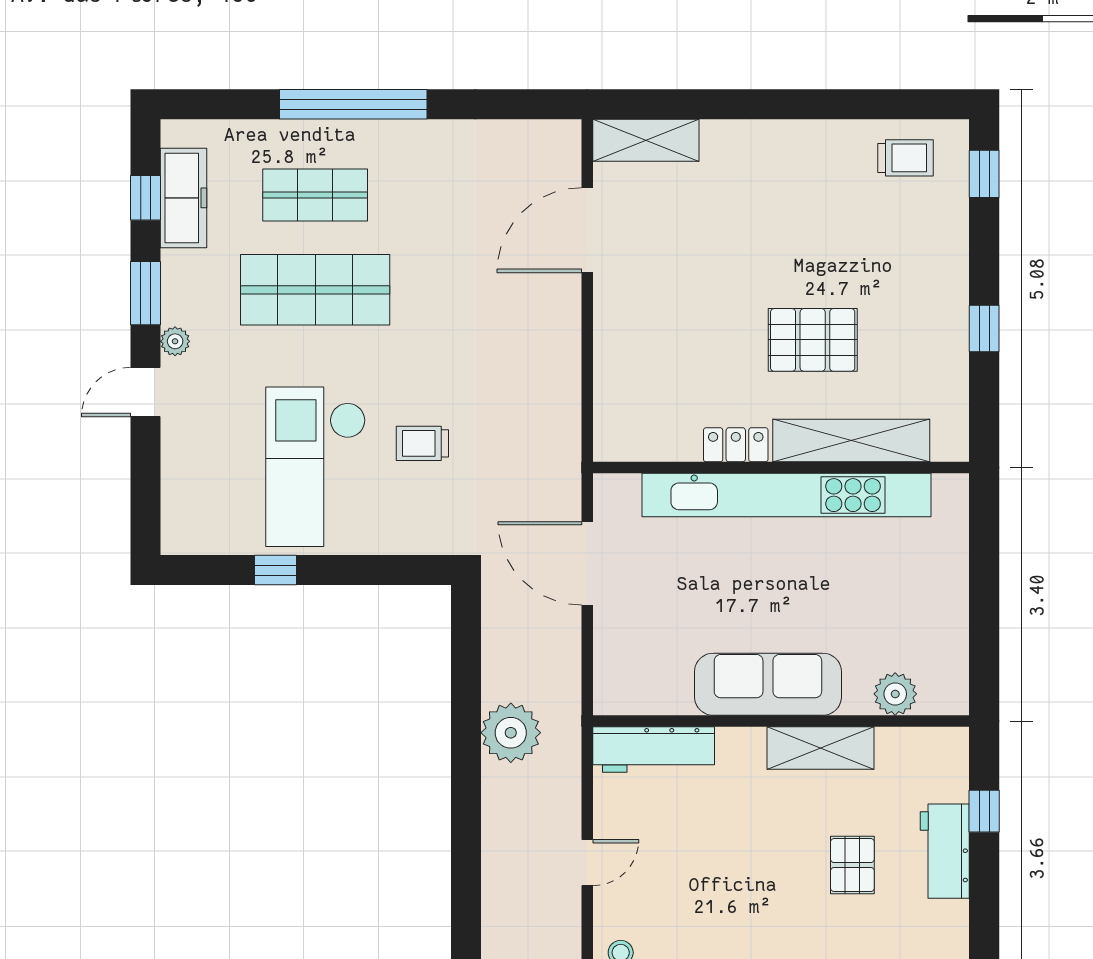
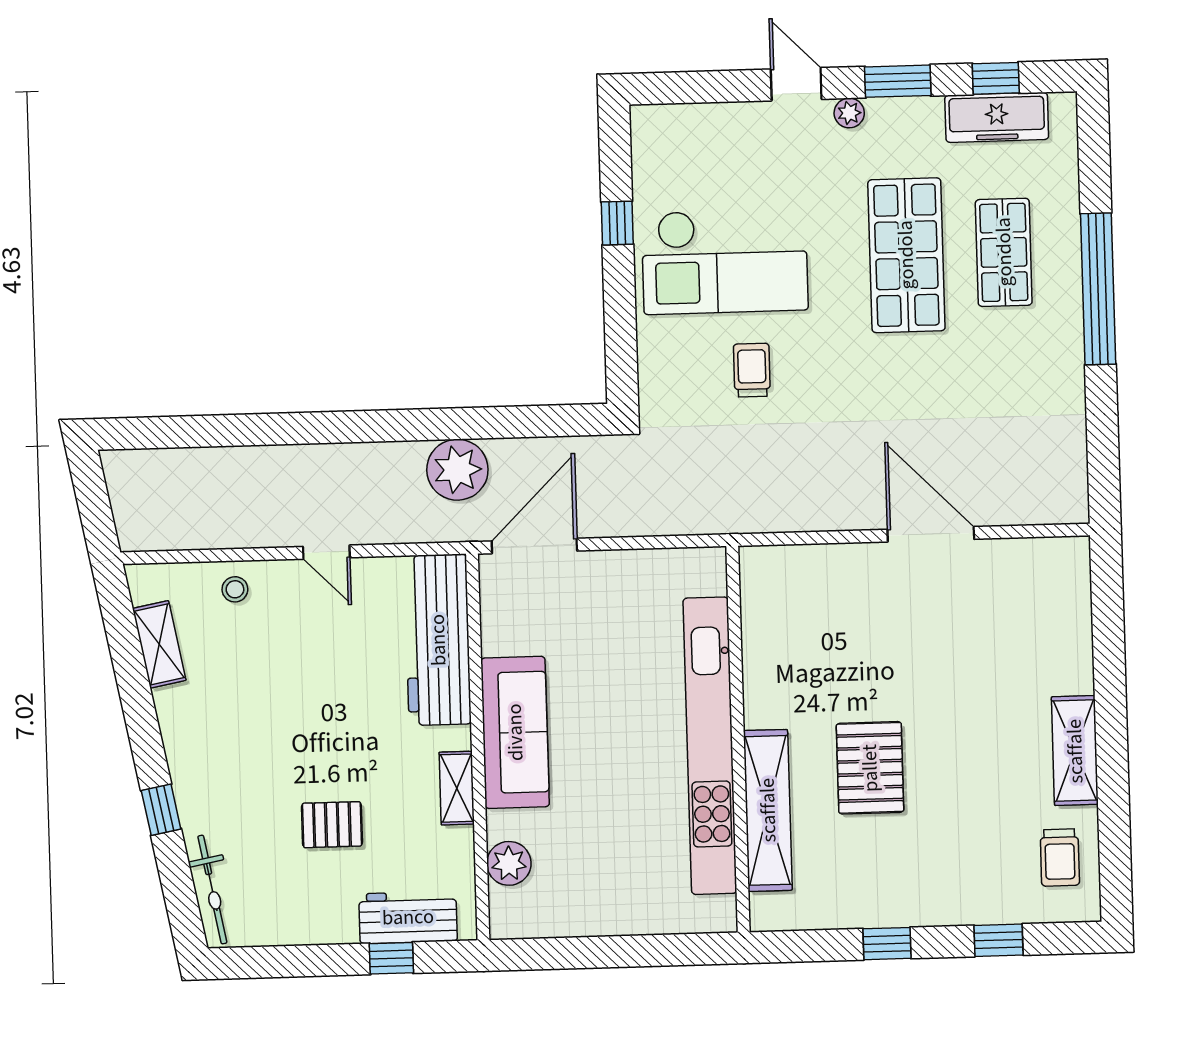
shelving: (646, 140) -> (1075, 751), moved
window: (984, 174) -> (999, 940), moved
door: (587, 230) -> (931, 534), moved
locker: (736, 445) -> (760, 692), removed
checkout: (316, 467) -> (725, 261), turned 180
door: (587, 563) -> (534, 546), moved
shelving: (820, 748) -> (457, 788), width x0.67, depth x0.75
workbench: (654, 749) -> (438, 640), width x1.36, depth x1.32
workbench: (945, 851) -> (408, 917), moved

